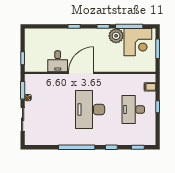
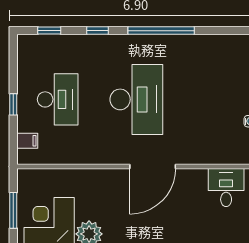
desk: (58, 61) -> (226, 188), moved

